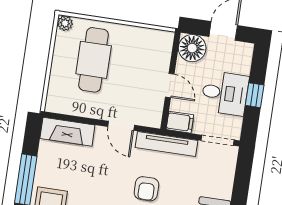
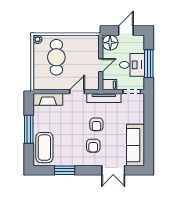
door: (170, 85) -> (101, 65), hinge flipped
window: (255, 95) -> (149, 64), width x2.17
door: (121, 126) -> (77, 92), swing flipped

